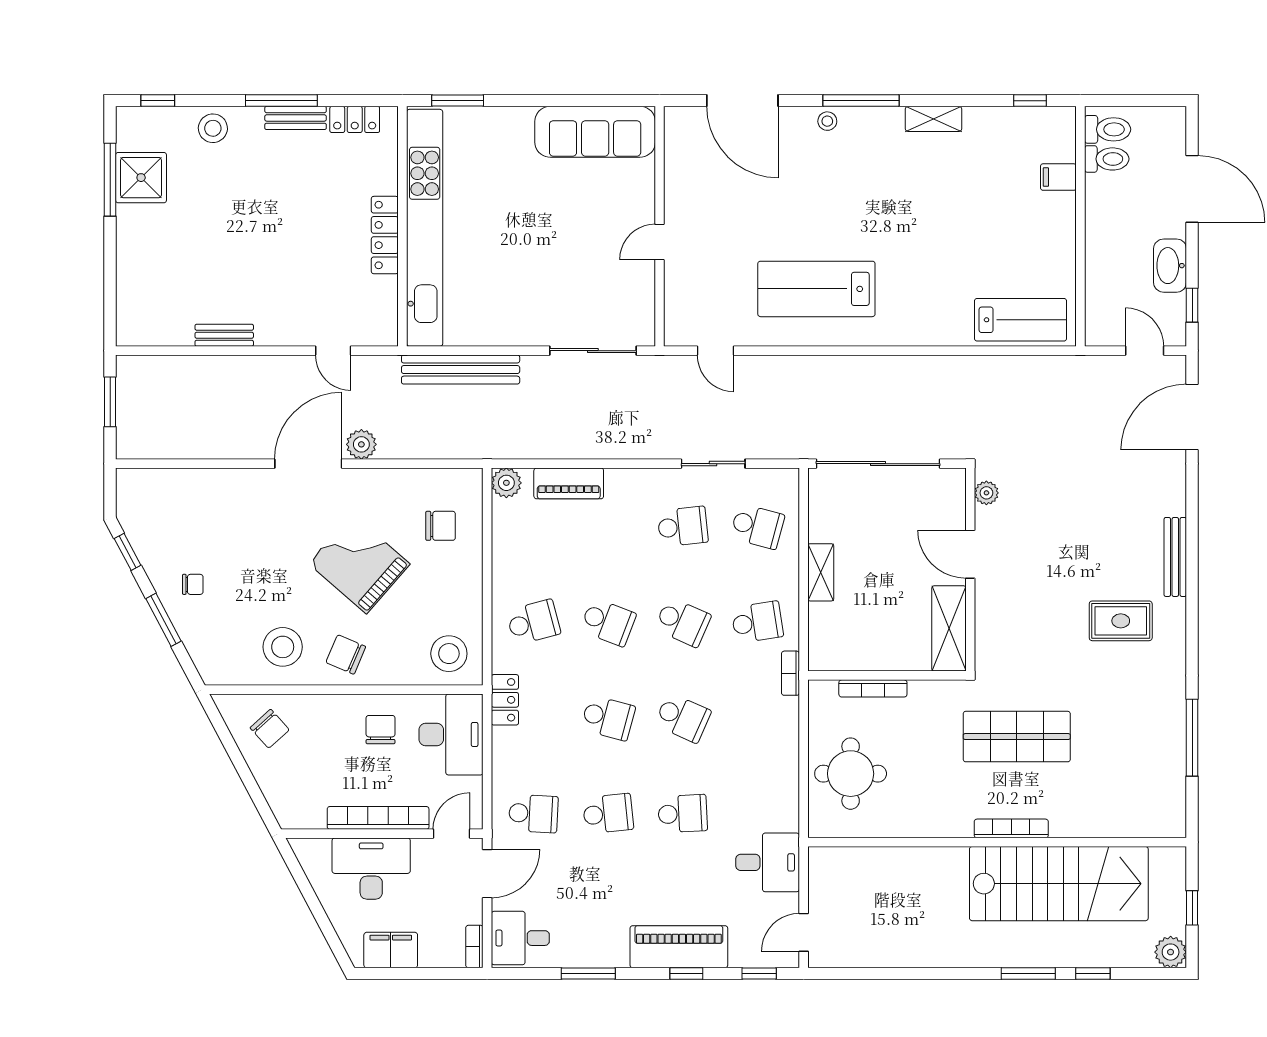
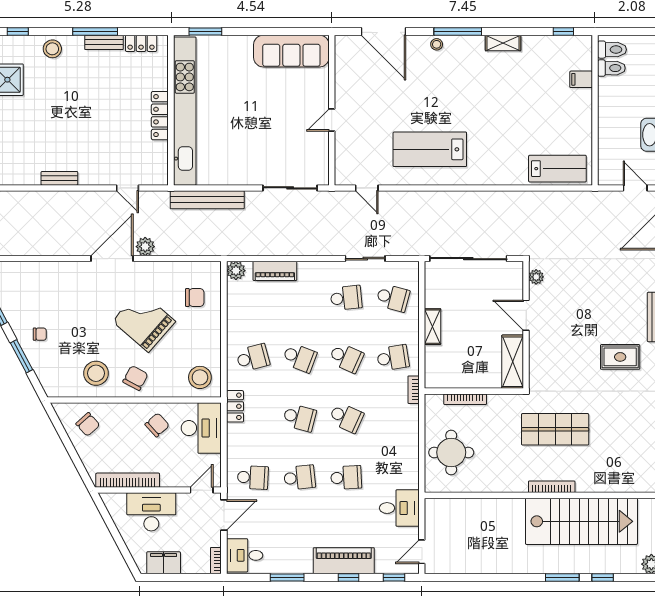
chair: (346, 655) -> (135, 378), turned 95
chair: (381, 730) -> (157, 425), turned 48
bookcase: (378, 818) -> (128, 480), moved

